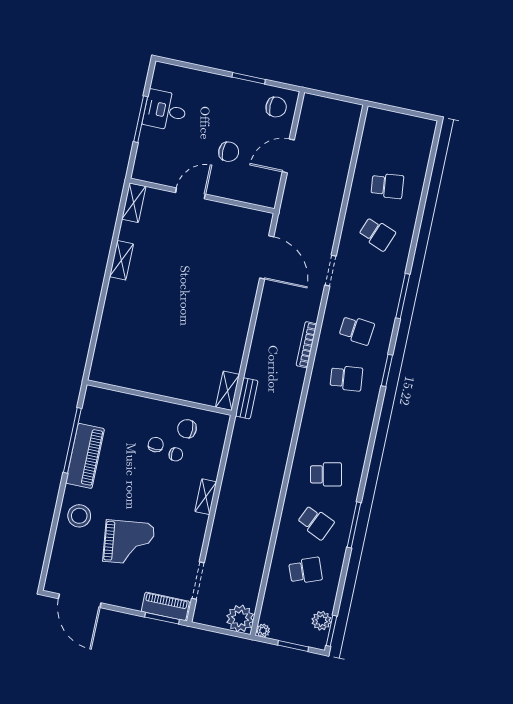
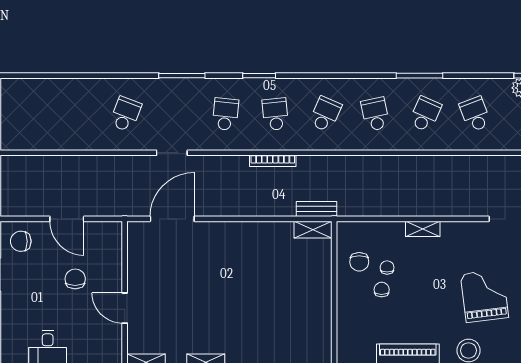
chair: (276, 107) -> (21, 241), turned -90
school desk: (387, 186) -> (325, 114), moved, turned 30
bookcase: (306, 345) -> (273, 161), moved
chair: (156, 445) -> (382, 290), turned 90

